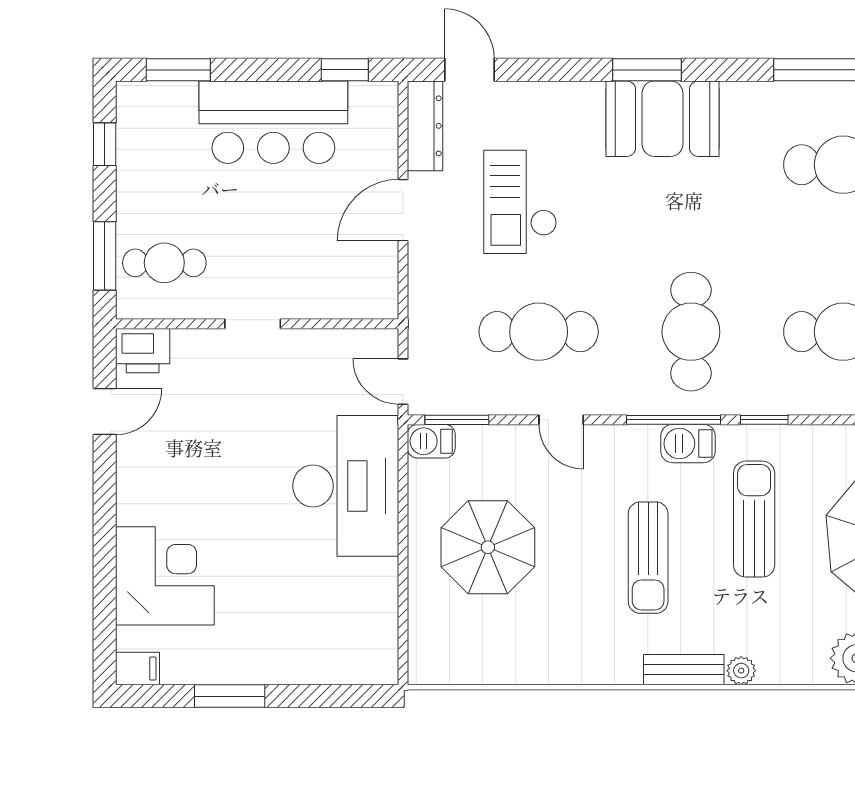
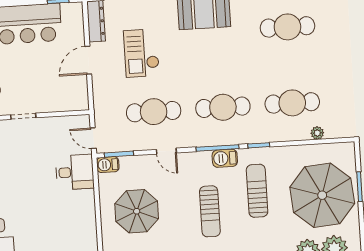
cafe table: (691, 332) -> (223, 107), turned 90
desk: (346, 486) -> (75, 172), width x0.53, depth x0.77

